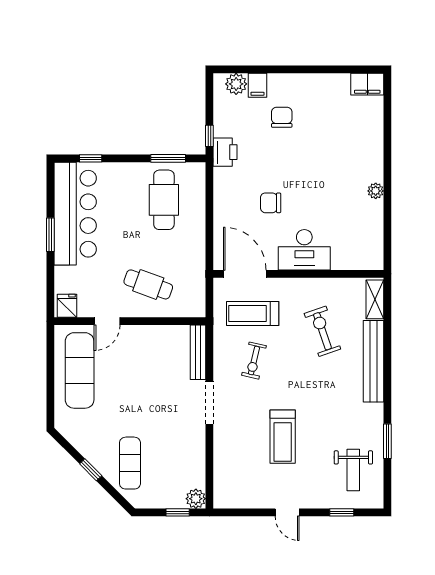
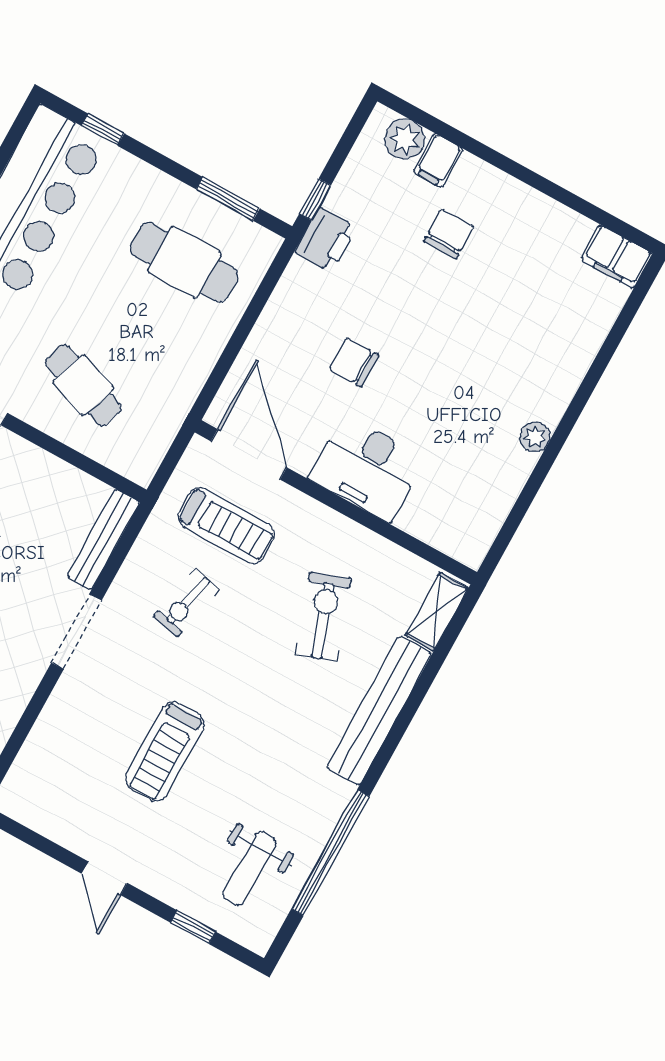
cafe table: (164, 200) -> (184, 262), turned 90
treadmill: (253, 314) -> (226, 526), turned 180
window: (387, 441) -> (330, 853), width x2.11

